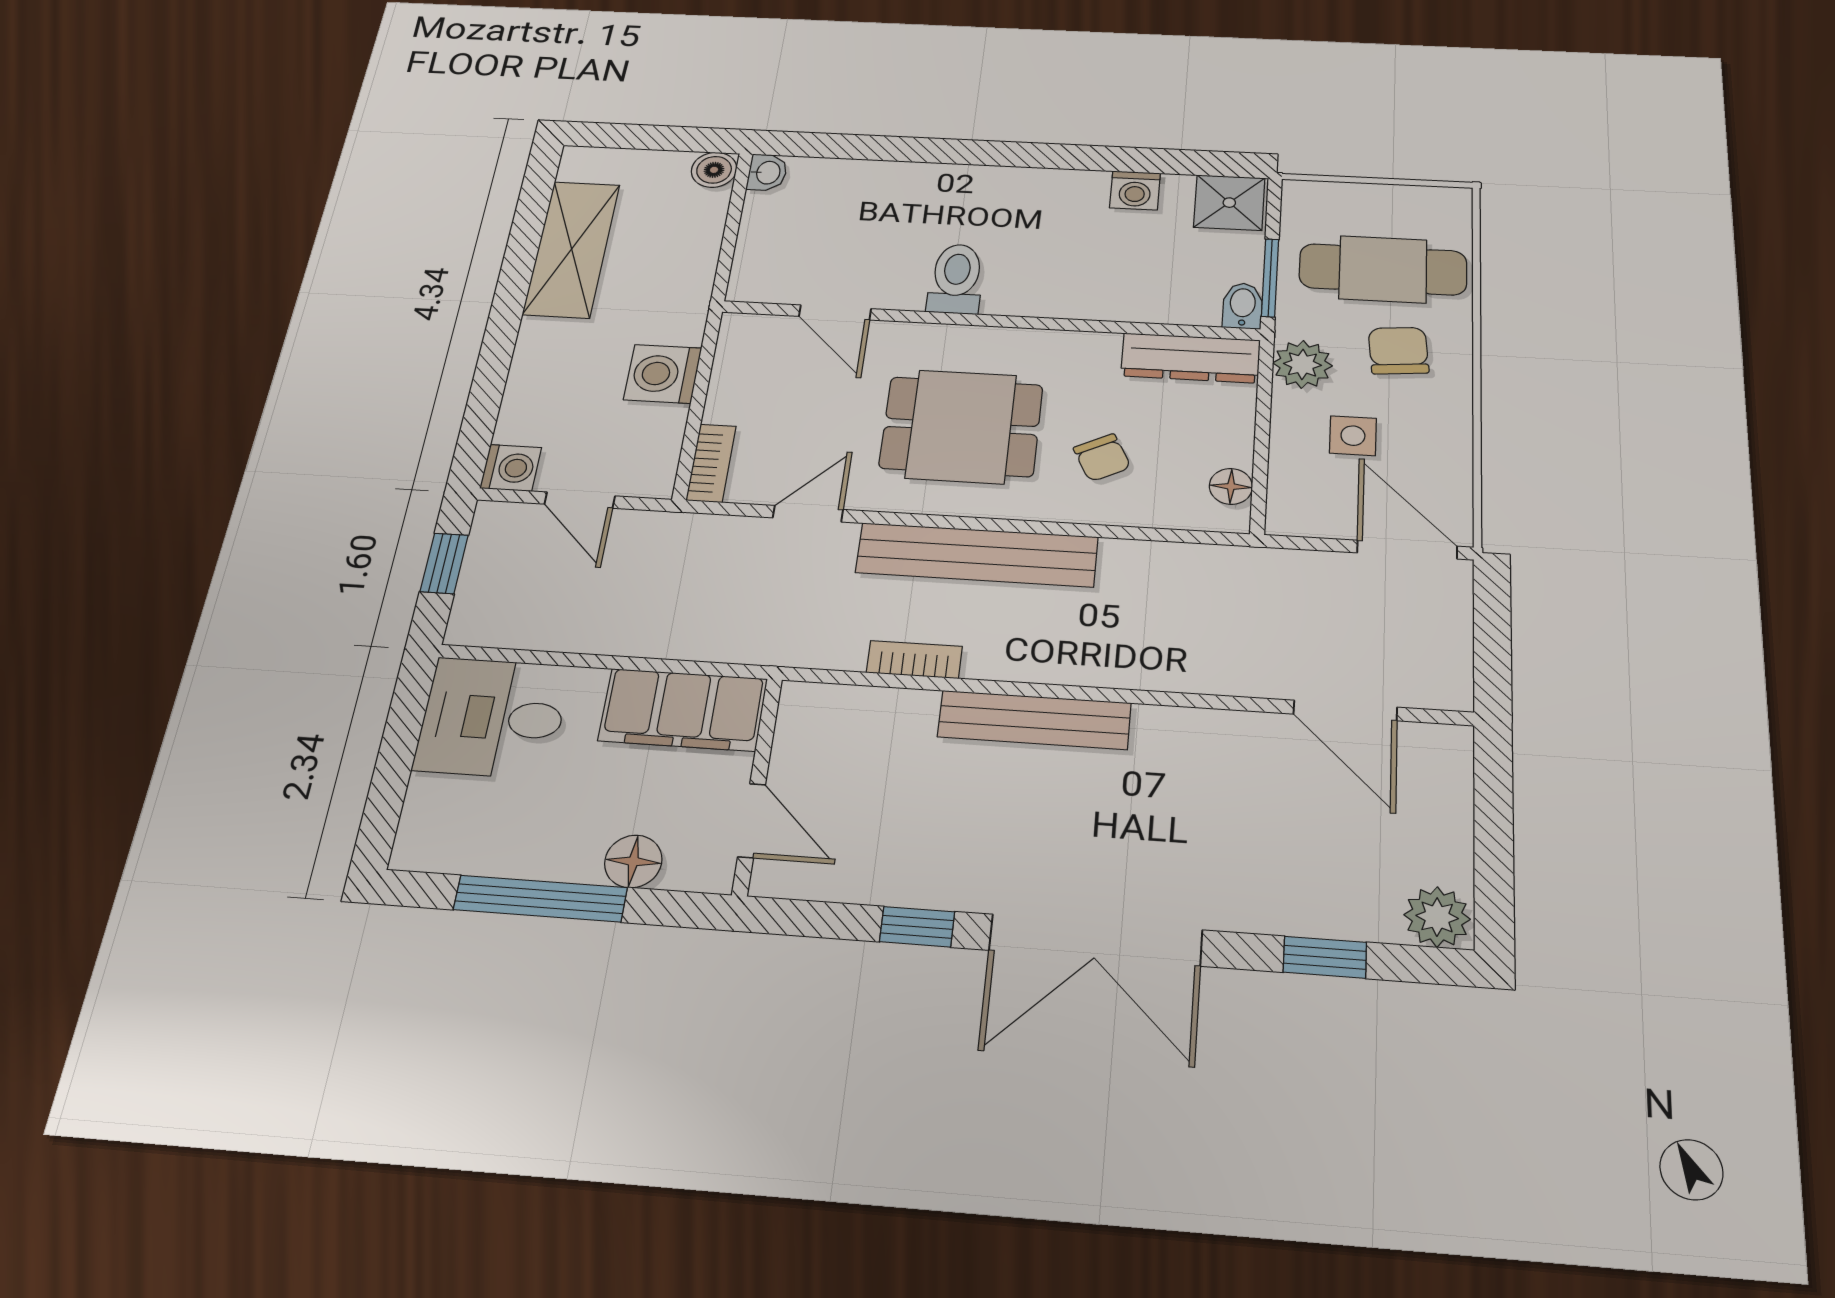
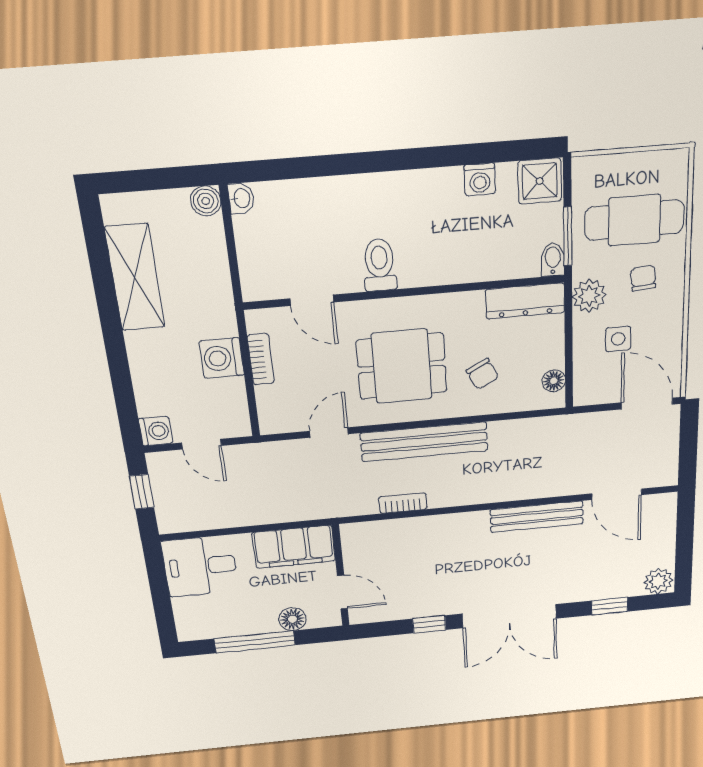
chair: (1398, 351) -> (643, 278), width x0.73, depth x0.73
bookcase: (711, 463) -> (261, 359), moved
bench: (1034, 720) -> (537, 517), moved

